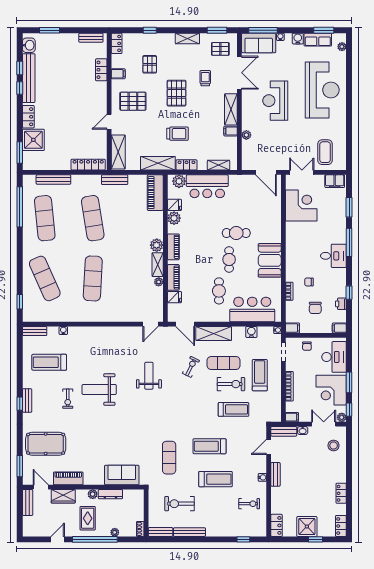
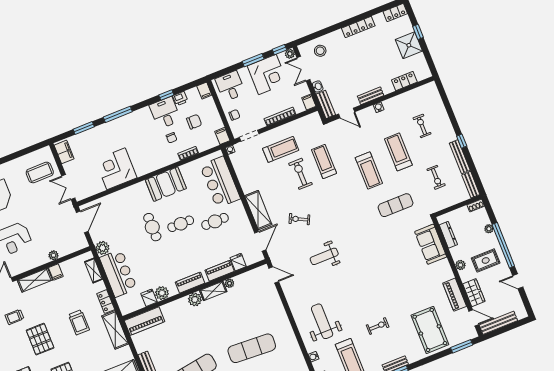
pallet: (176, 93) -> (40, 339), turned 90
trolley: (178, 134) -> (79, 322), turned 180
plant: (179, 181) -> (102, 248), moved
corner desk: (301, 205) -> (116, 169), moved
desk: (333, 256) -> (165, 113), moved
water cooler: (251, 332) -> (242, 174), removed
desk: (334, 357) -> (230, 86), width x0.73
exercise mat: (224, 363) -> (283, 189), removed
treadmill: (260, 375) -> (281, 149), turned 180
weight bench: (99, 389) -> (322, 321), moved, turned 180
door: (41, 487) -> (474, 318), swing flipped
locker: (341, 493) -> (358, 27), width x1.53
dresser: (110, 494) -> (448, 235), moved
bench: (28, 503) -> (498, 323), width x1.36
exercise bike: (179, 504) -> (436, 177), width x0.73, depth x0.72
exercise bike: (249, 504) -> (422, 126), moved
locker: (277, 525) -> (404, 81), moved
window: (243, 539) -> (462, 141), moved

